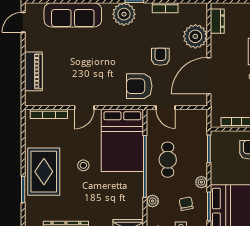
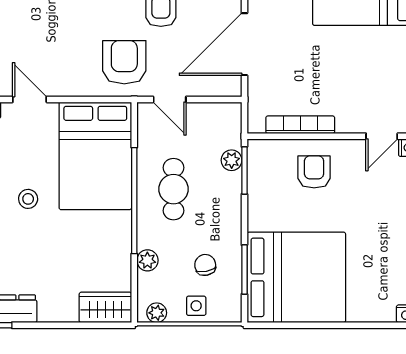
armchair: (139, 86) -> (124, 62), turned 90
door: (84, 108) -> (30, 99), swing flipped
plant: (201, 182) -> (232, 160), moved

